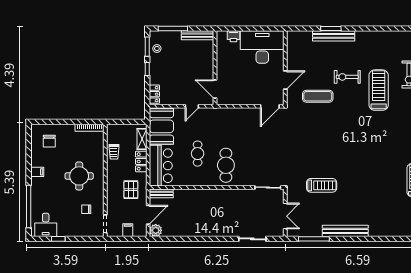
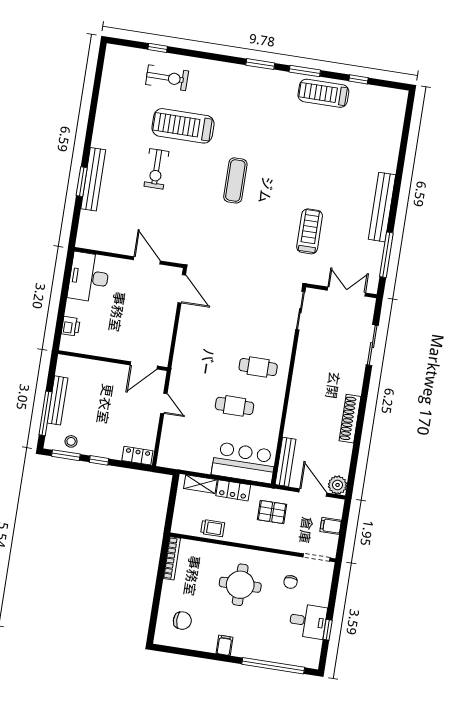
bench: (198, 35) -> (58, 400), moved
desk: (262, 47) -> (89, 277), width x0.73, depth x0.77
exercise mat: (318, 96) -> (235, 180), moved
booth: (161, 126) -> (186, 453), removed
cafe table: (226, 165) -> (258, 367), width x0.73, depth x0.74
bench: (161, 193) -> (285, 462), width x1.36
desk: (46, 225) -> (308, 621), moved
shoe rack: (201, 232) -> (350, 419), added

